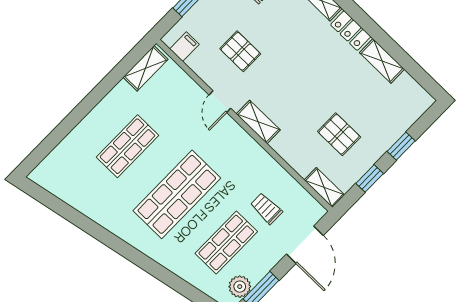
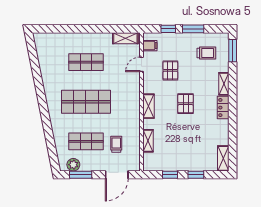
shelving: (382, 61) -> (223, 158), moved
door: (220, 102) -> (141, 64), moved
pallet: (339, 134) -> (186, 104), moved
shelving: (324, 188) -> (148, 141), moved

